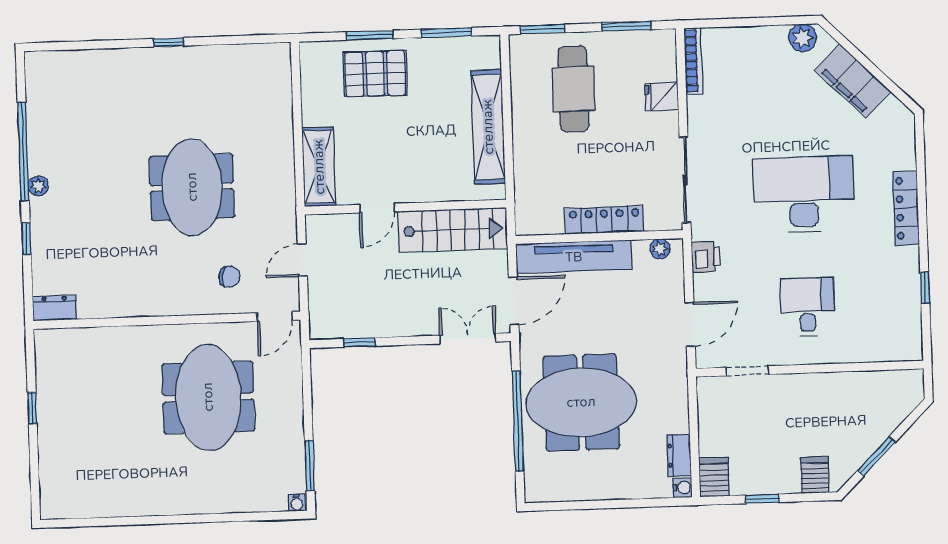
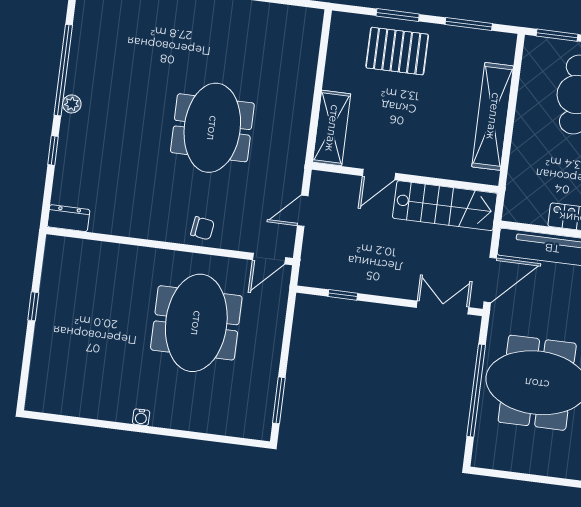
chair: (229, 277) -> (202, 228), moved
water cooler: (297, 503) -> (141, 417), moved

